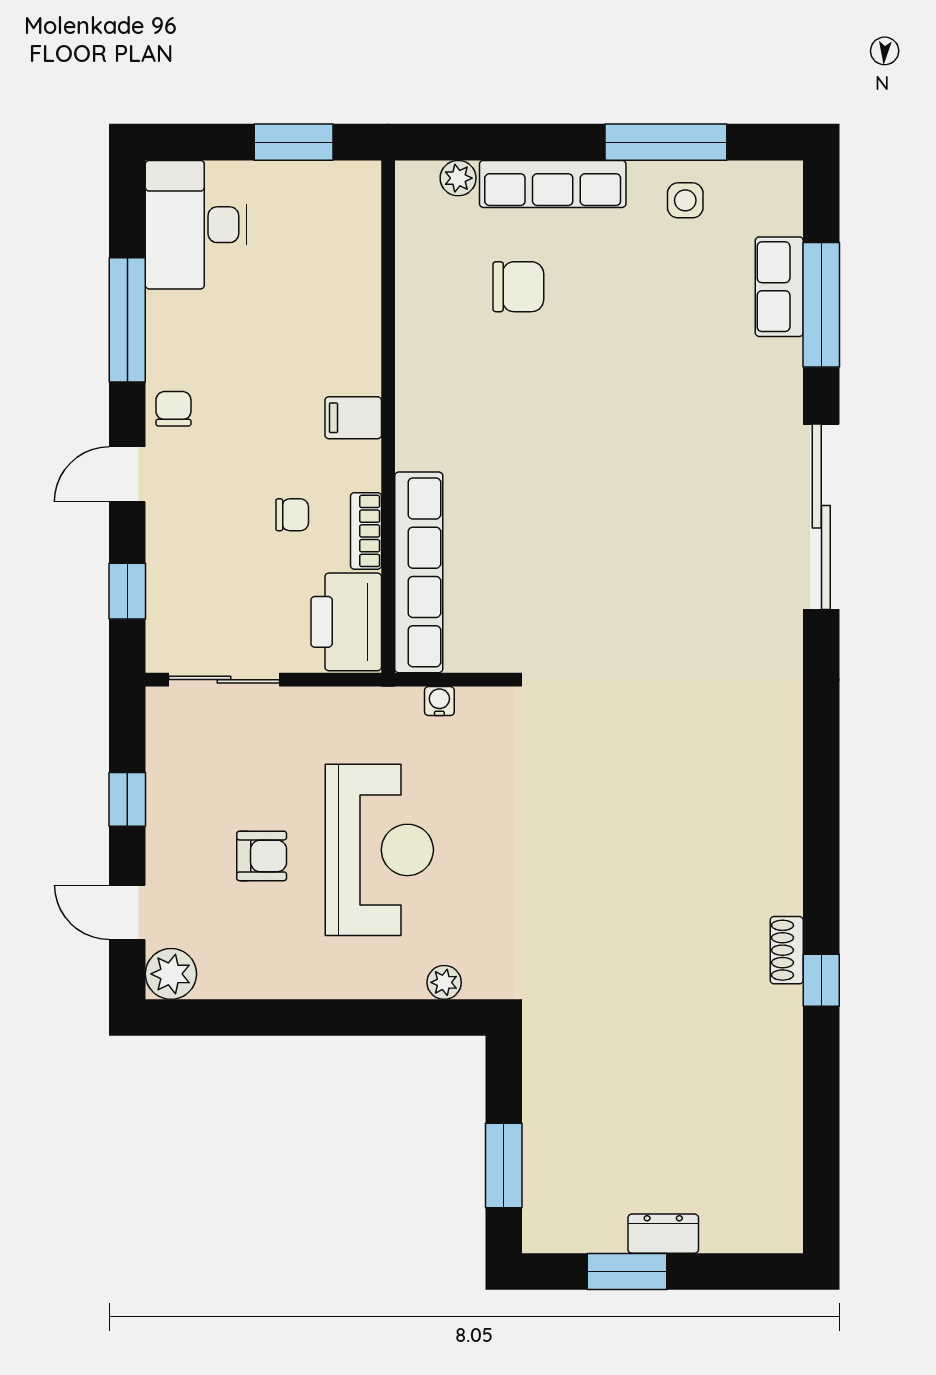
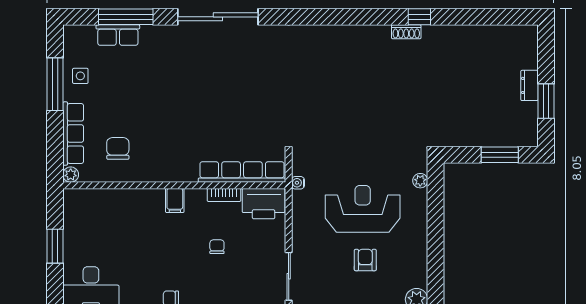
wall: (388, 417) -> (174, 185), moved
filing cabinet: (353, 418) -> (175, 201), moved
bookcase: (366, 531) -> (224, 195), moved
row of seats: (419, 572) -> (242, 172), moved
printer: (346, 622) -> (264, 204), moved

